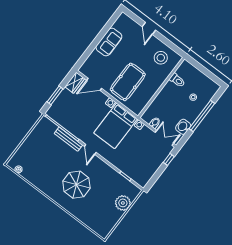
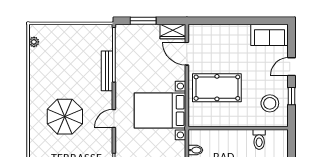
sofa: (109, 42) -> (270, 35), moved
window: (166, 42) -> (292, 96), added
door: (90, 149) -> (114, 118), moved

